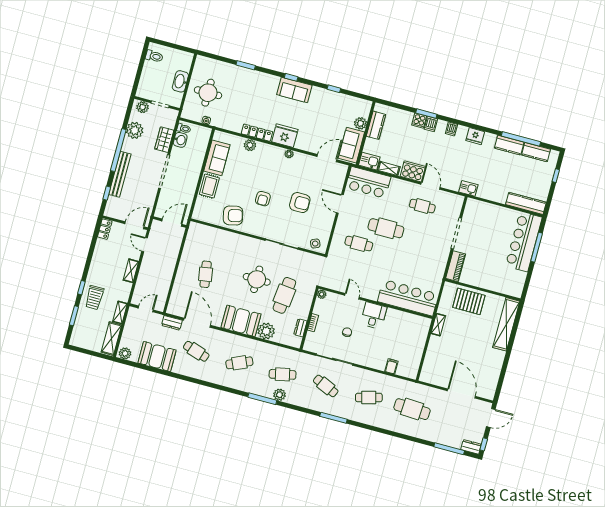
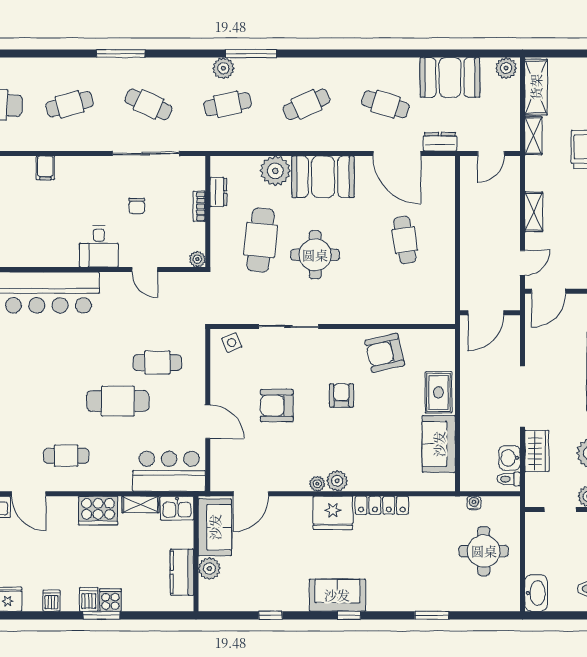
washbasin: (180, 81) -> (536, 593), moved
plant: (250, 145) -> (337, 481), moved
door: (430, 186) -> (29, 494), moved
door: (145, 245) -> (522, 263), hinge flipped

